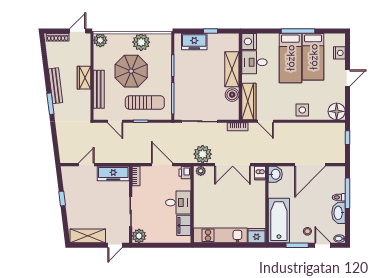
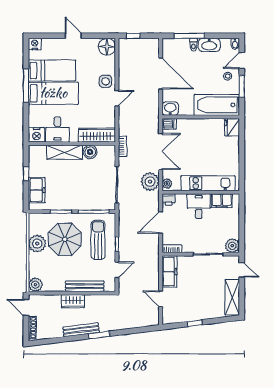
nightstand: (339, 53) -> (35, 44), moved
parasol: (131, 71) -> (65, 239), moved
door: (266, 121) -> (117, 98), moved
kitchen unit: (220, 235) -> (208, 183), moved, turned 90

